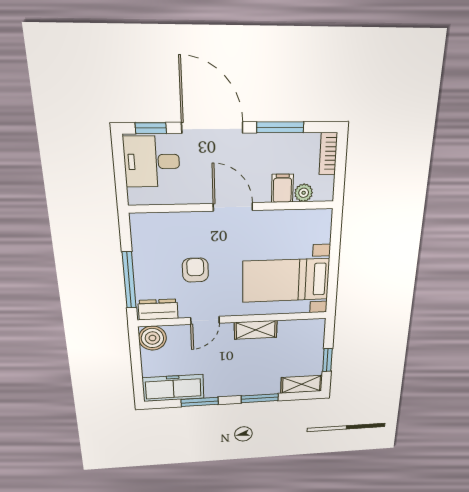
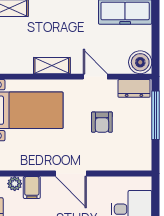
door: (205, 320) -> (95, 77), hinge flipped

